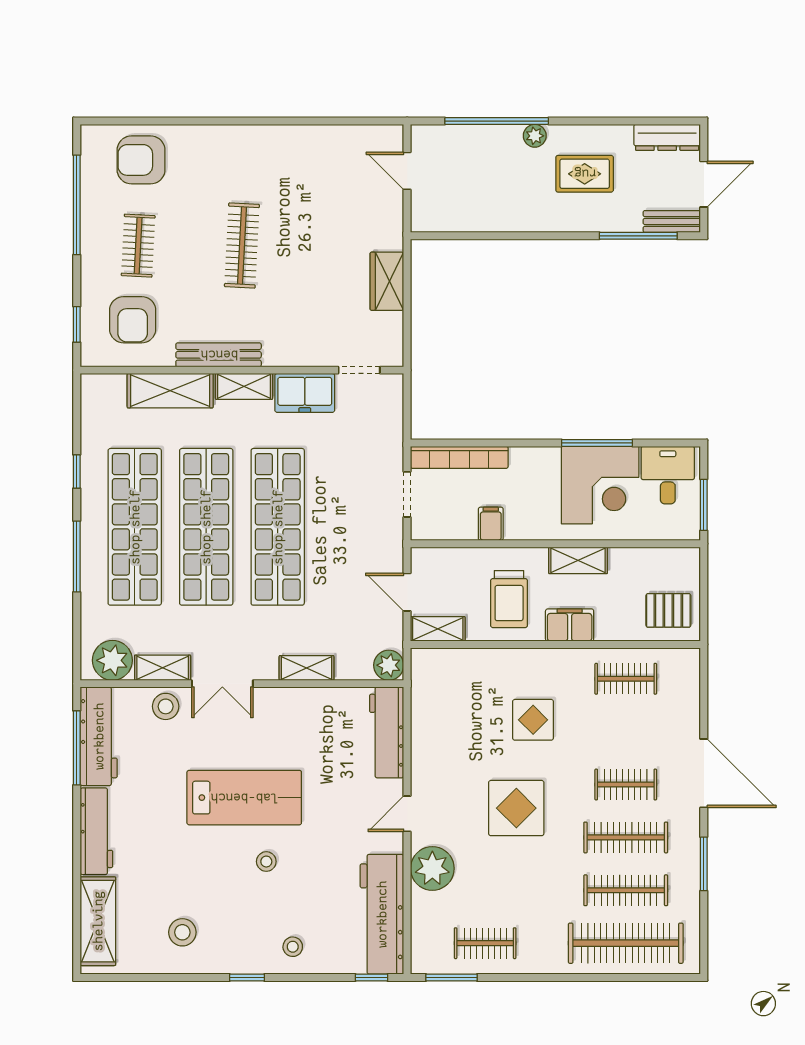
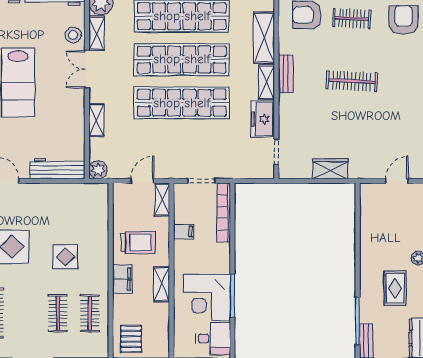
bench: (219, 355) -> (286, 74), width x0.73
trolley: (509, 599) -> (138, 243), turned 180
shelving: (438, 629) -> (162, 199), moved
clothes rail: (626, 785) -> (58, 313), moved

